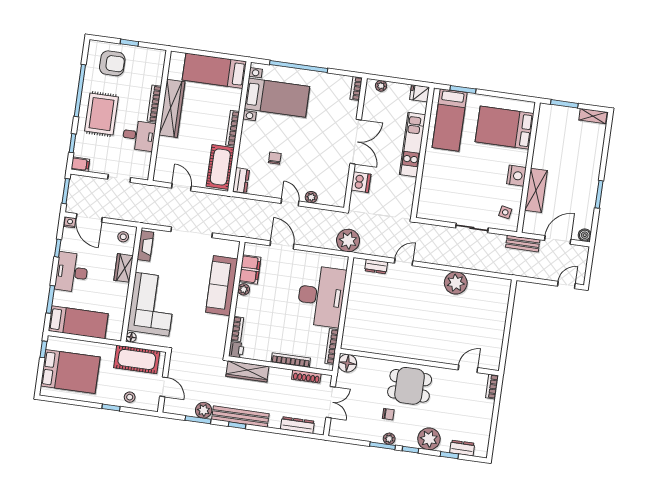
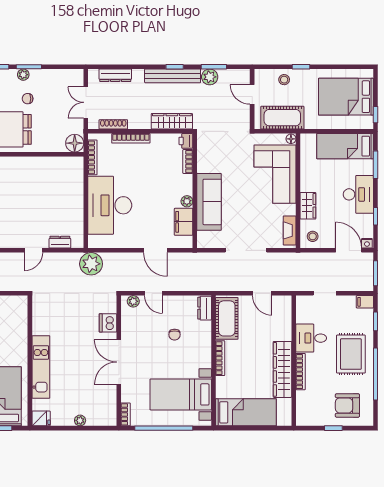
bookcase: (356, 88) -> (126, 414), moved
double door: (356, 142) -> (119, 362), moved
wall: (355, 143) -> (119, 361), moved
dishwasher: (361, 182) -> (108, 323), moved

